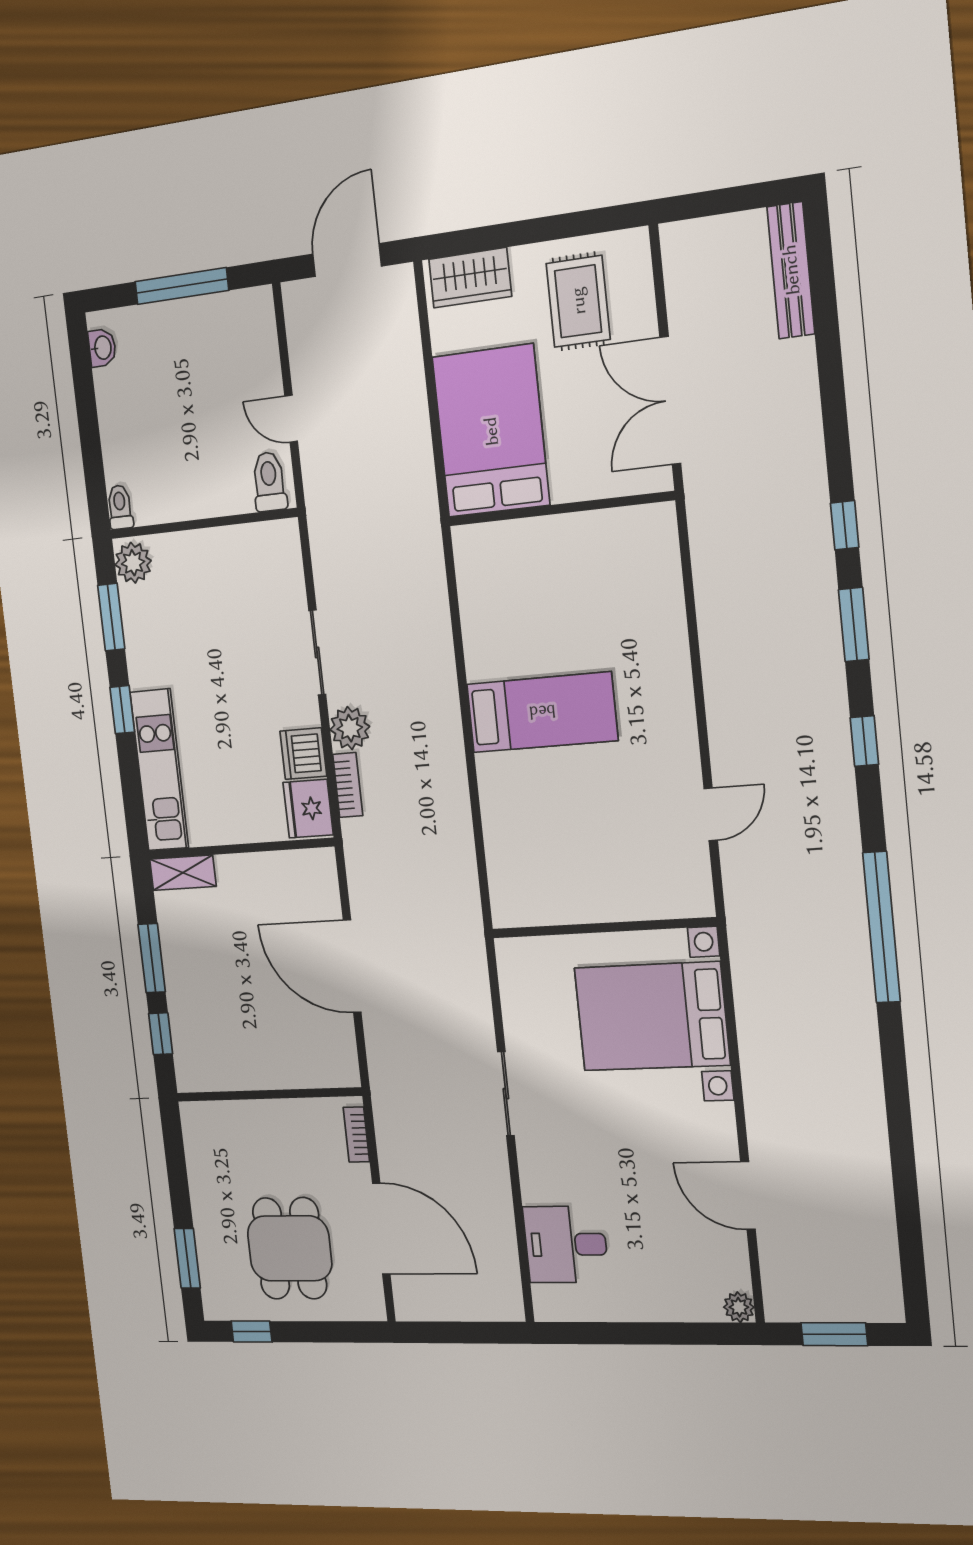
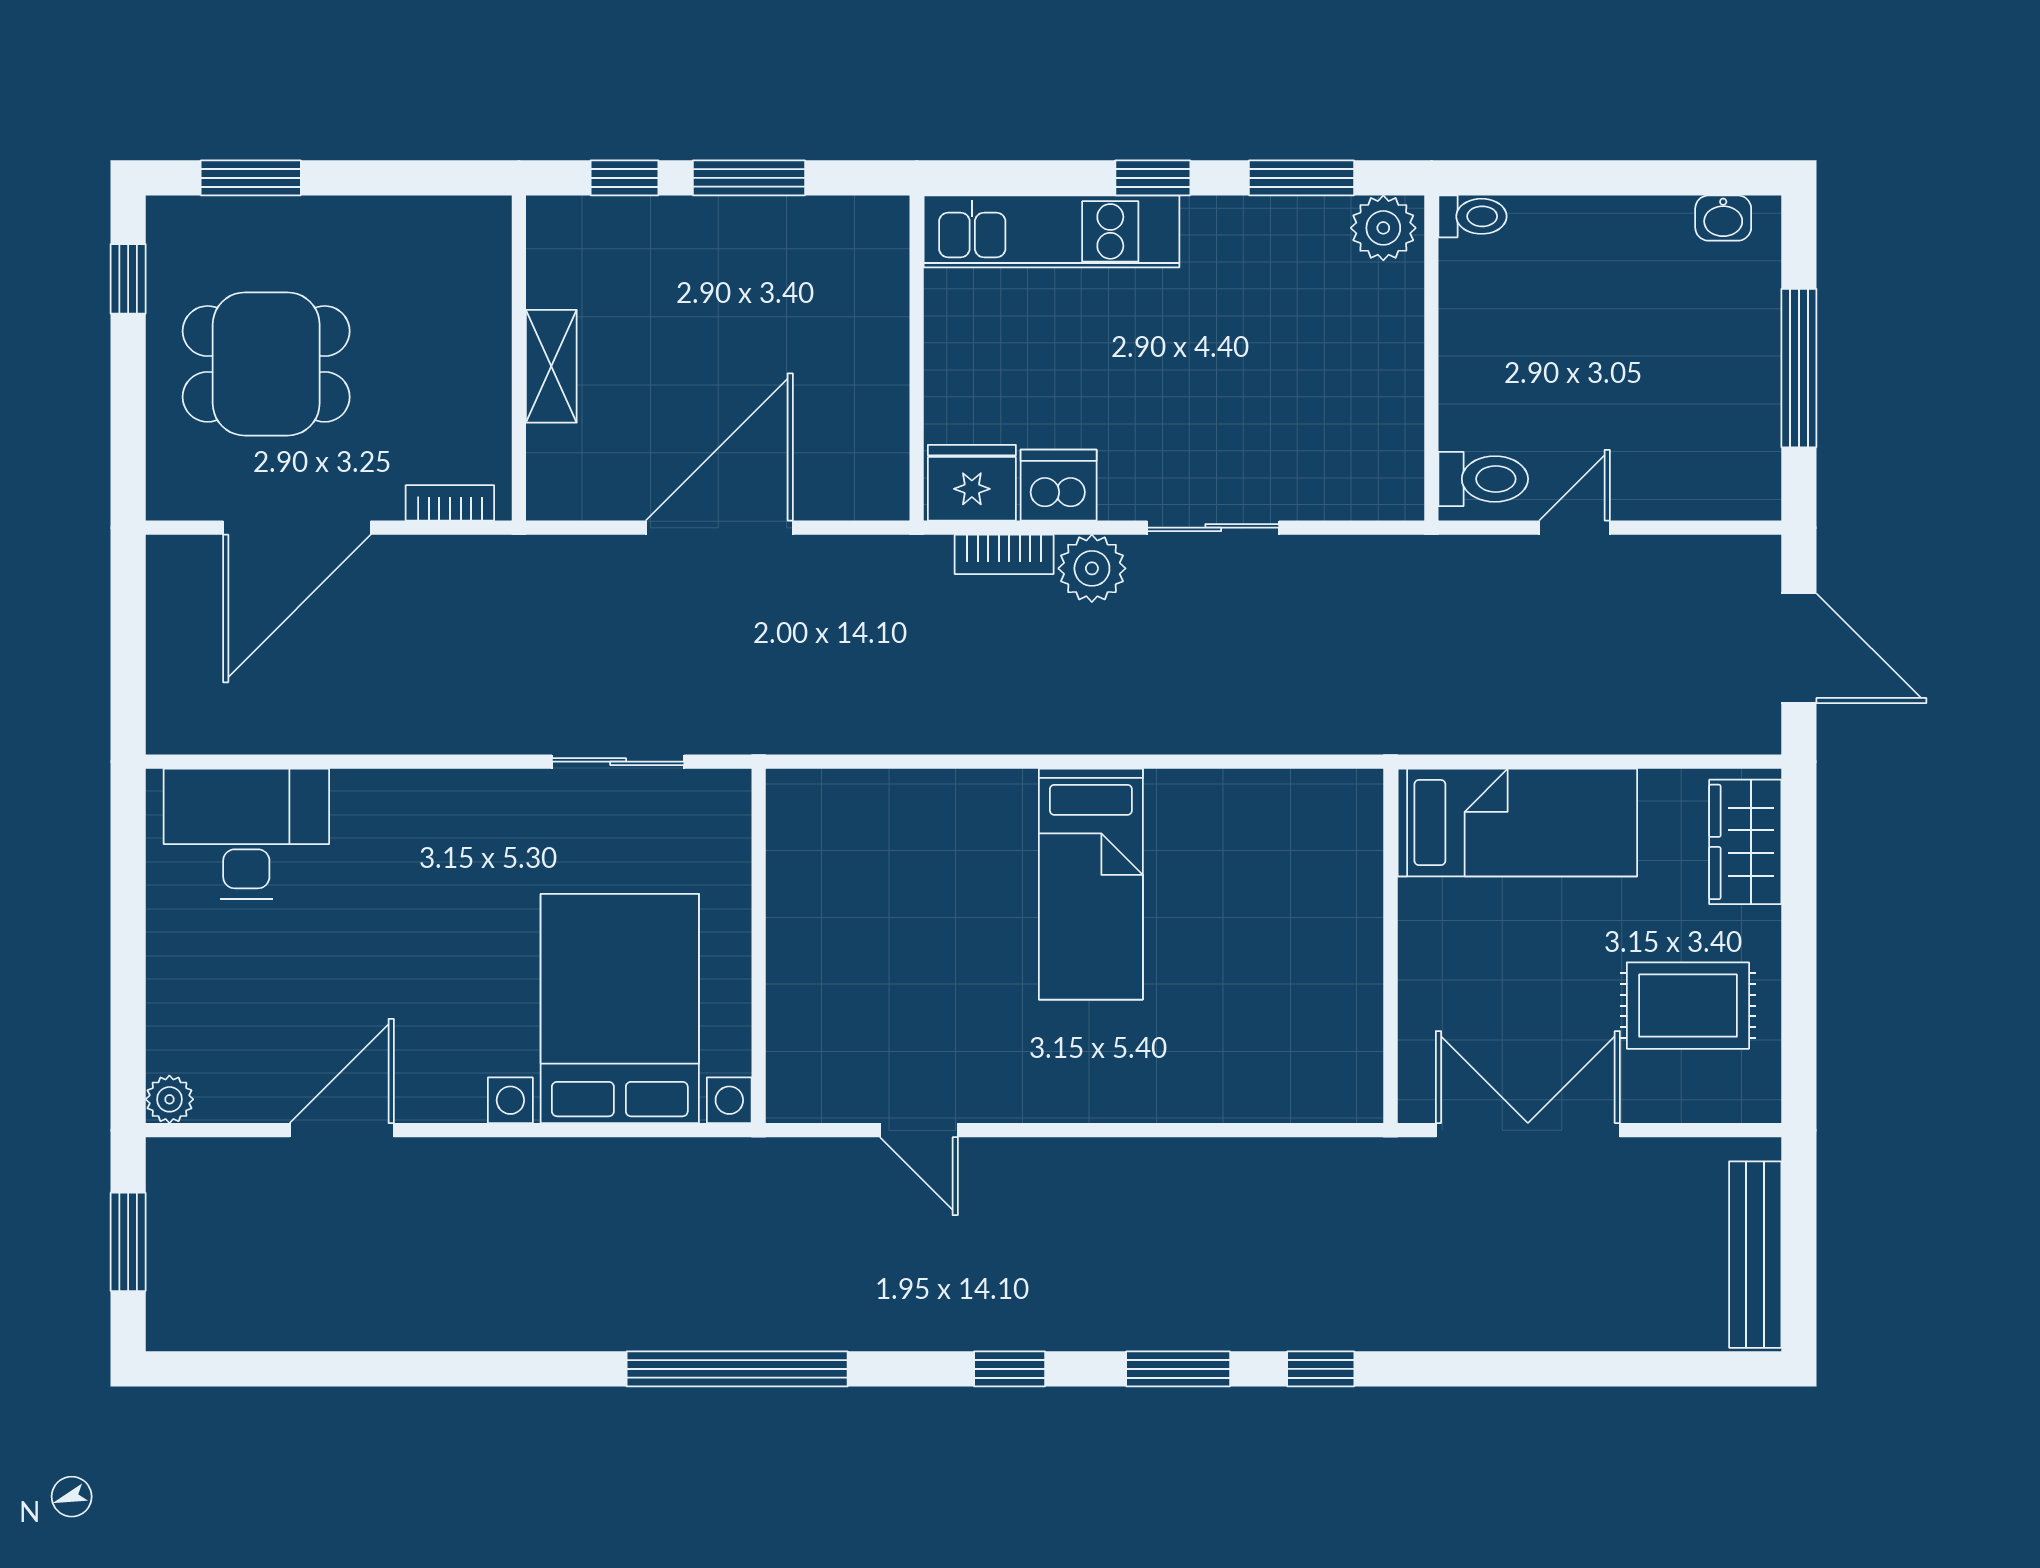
bench: (791, 270) -> (1755, 1255), moved, turned 90
bed: (491, 431) -> (1517, 823), width x0.67
shelving: (183, 873) -> (551, 366), moved
sliding door: (506, 1094) -> (618, 762), moved
desk: (566, 1244) -> (246, 834), width x1.37

